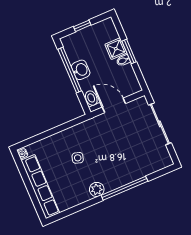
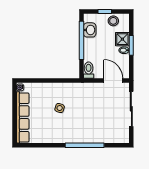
stool: (97, 32) -> (113, 21), added
washbasin: (81, 70) -> (90, 30), moved
door: (114, 105) -> (113, 81), moved
plant: (97, 189) -> (64, 137), removed

